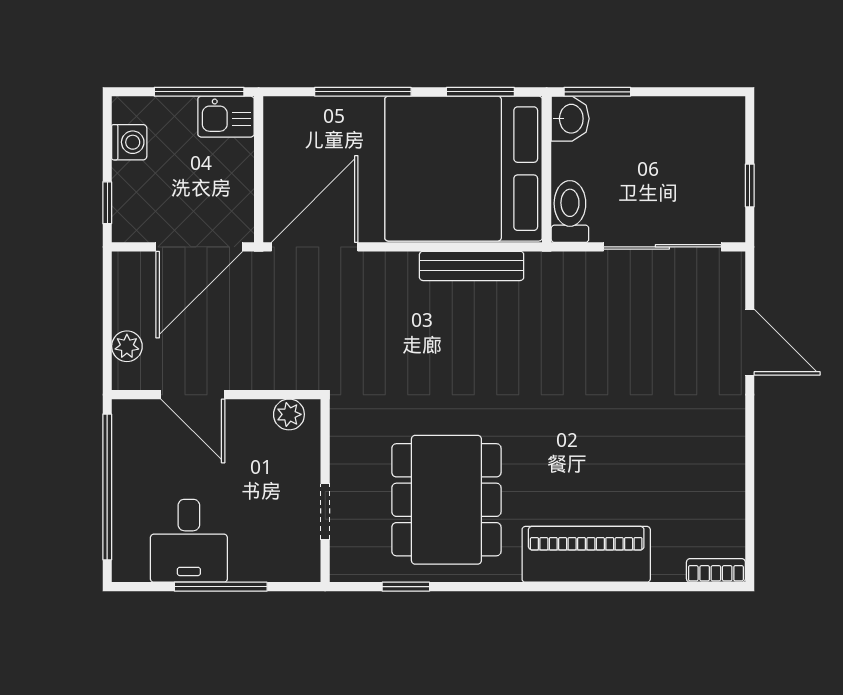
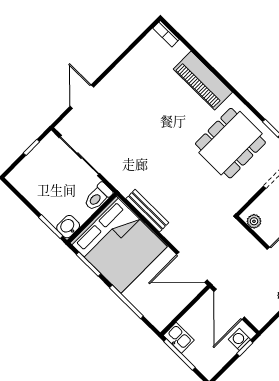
washing machine: (129, 142) -> (239, 339), moved
door: (199, 247) -> (229, 304), swing flipped

